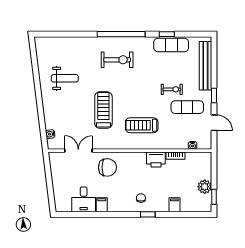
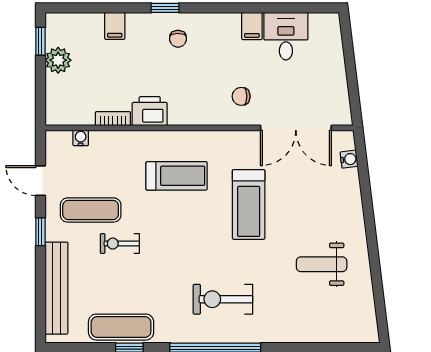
double door: (78, 151) -> (296, 128), width x1.37
chair: (107, 167) -> (241, 96), width x0.54, depth x0.54

